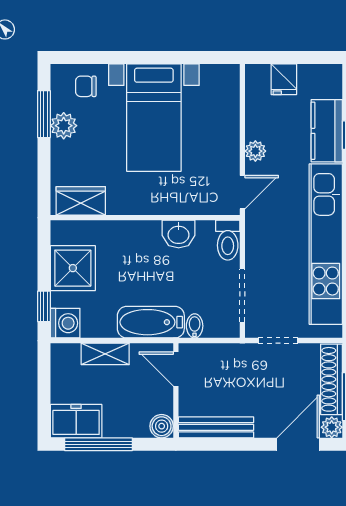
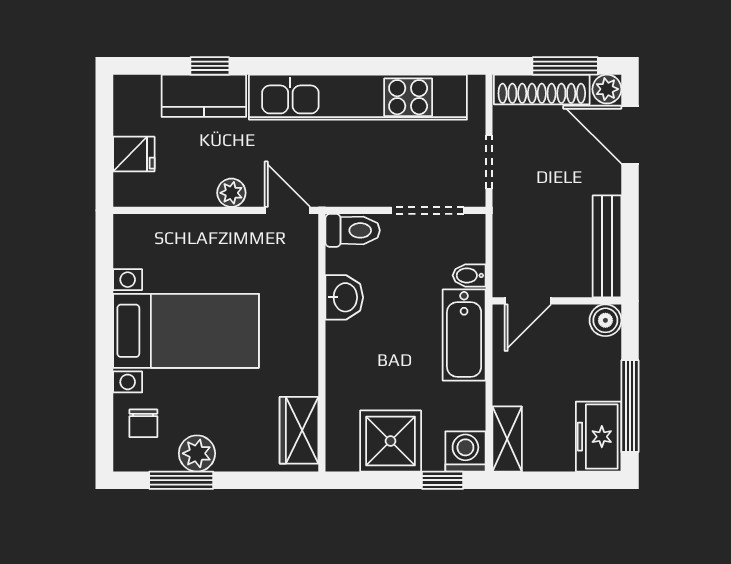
shelving: (105, 354) -> (507, 439), moved

